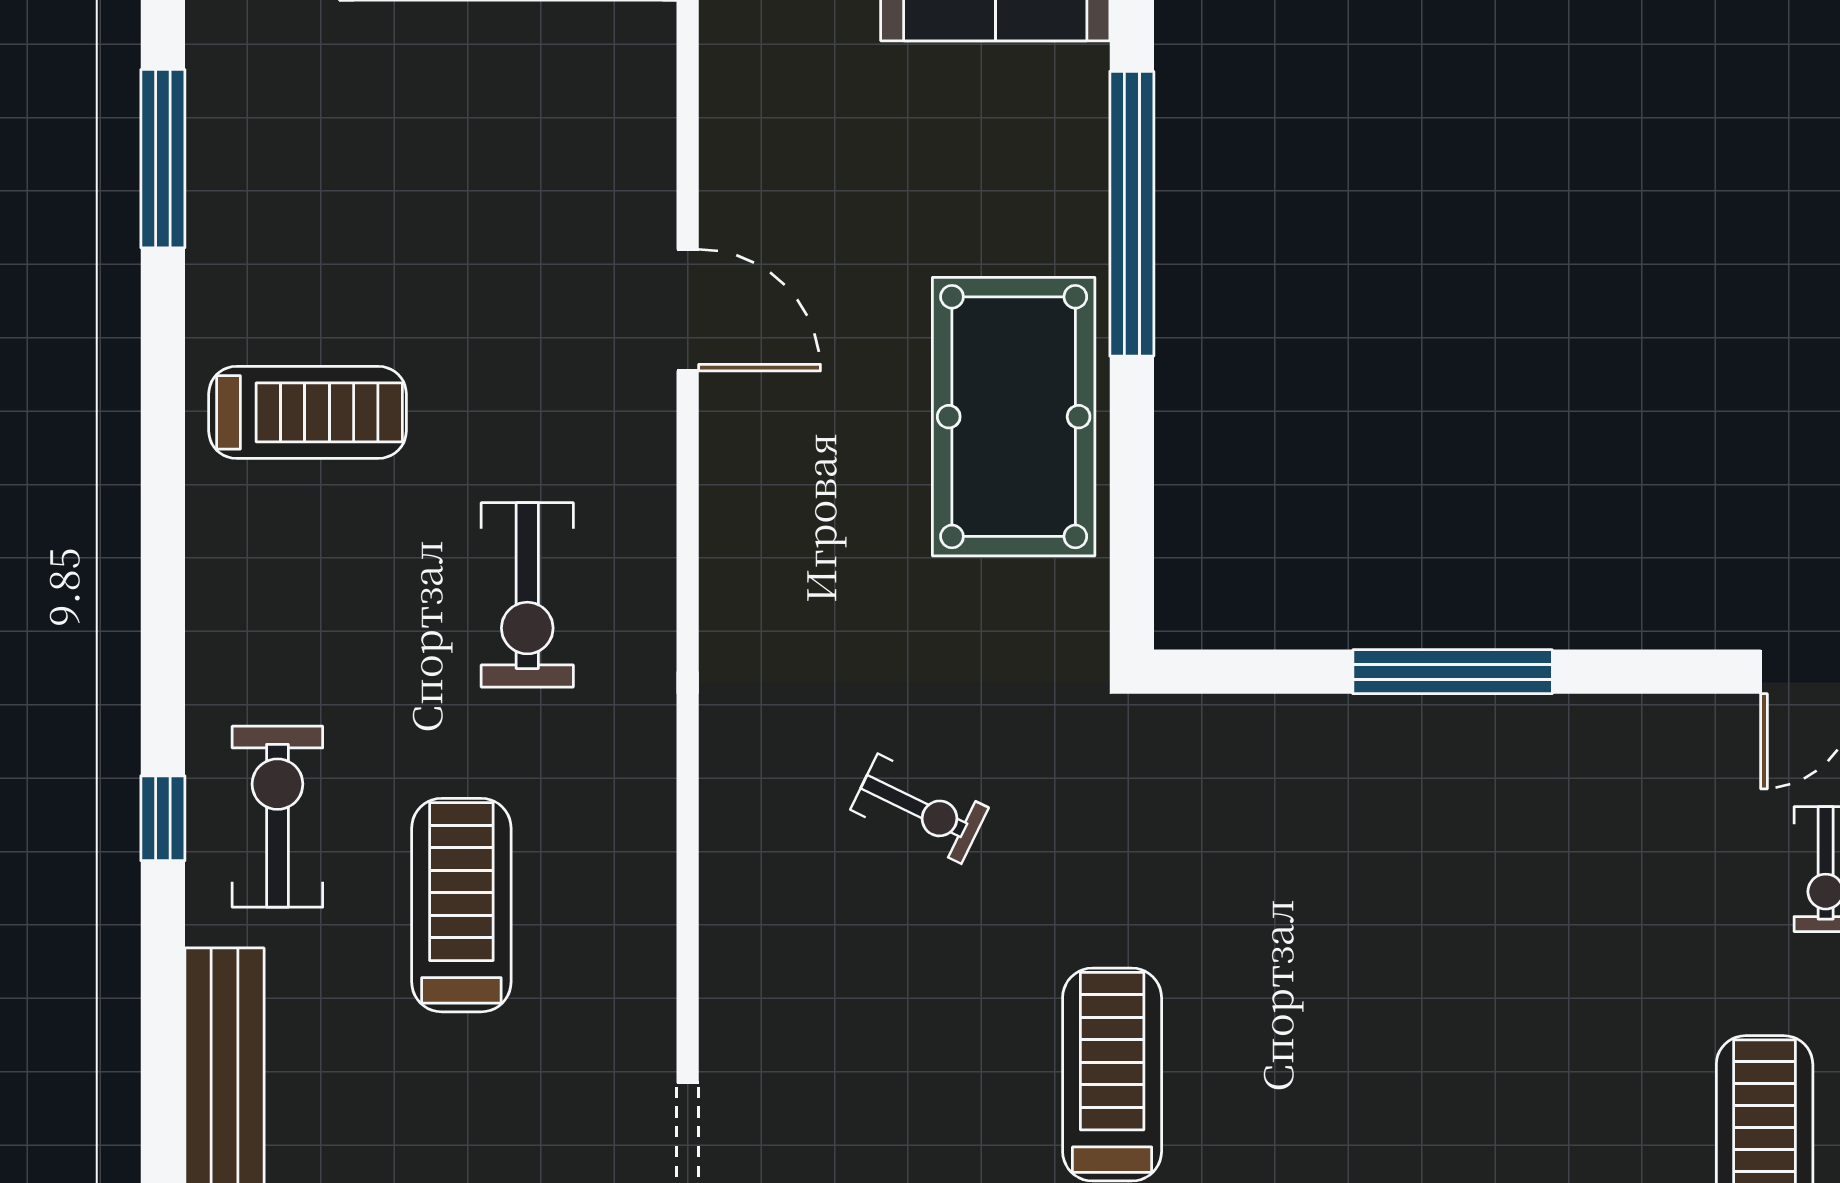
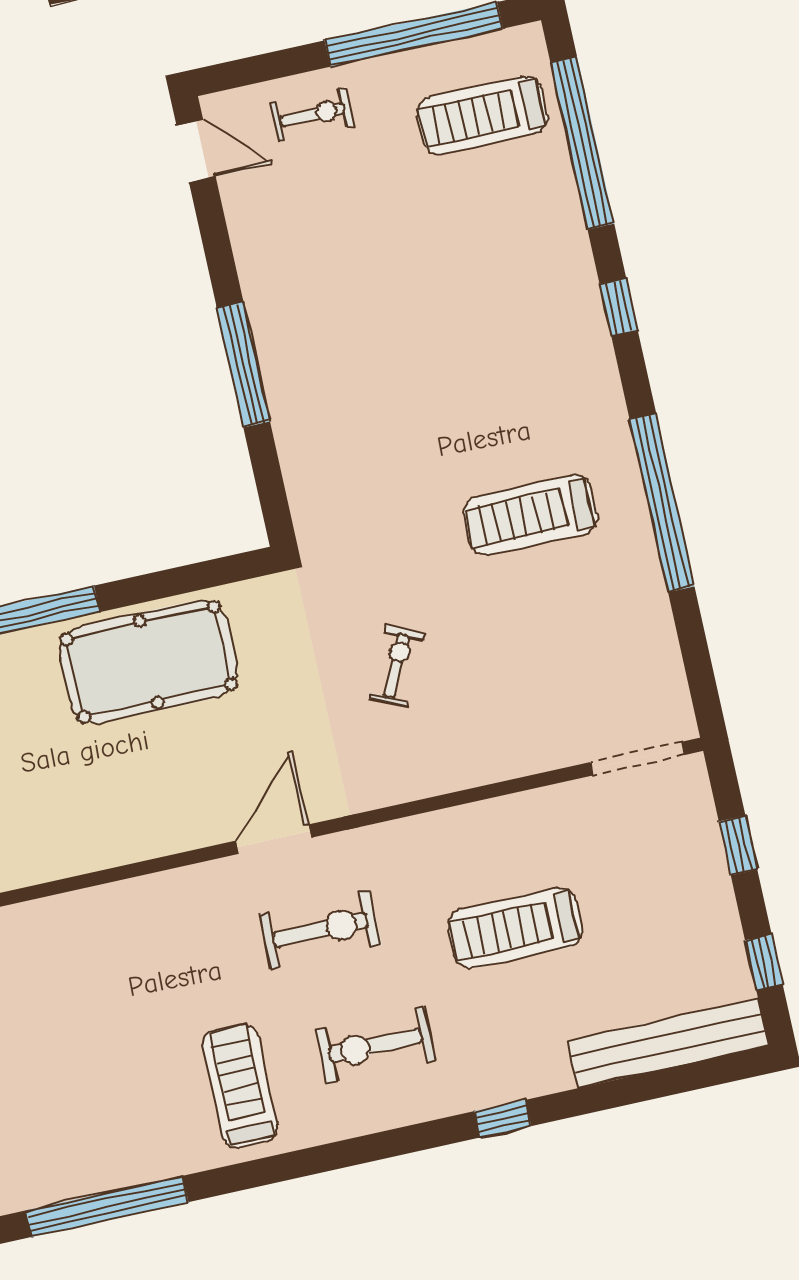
window: (163, 159) -> (107, 1206), width x1.46
door: (688, 310) -> (274, 839), moved
exercise bike: (277, 817) -> (375, 1045), moved

